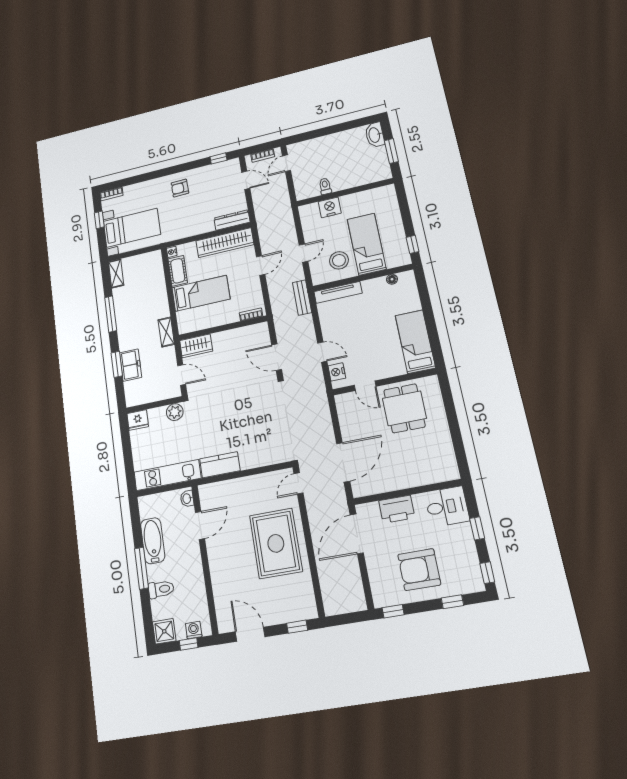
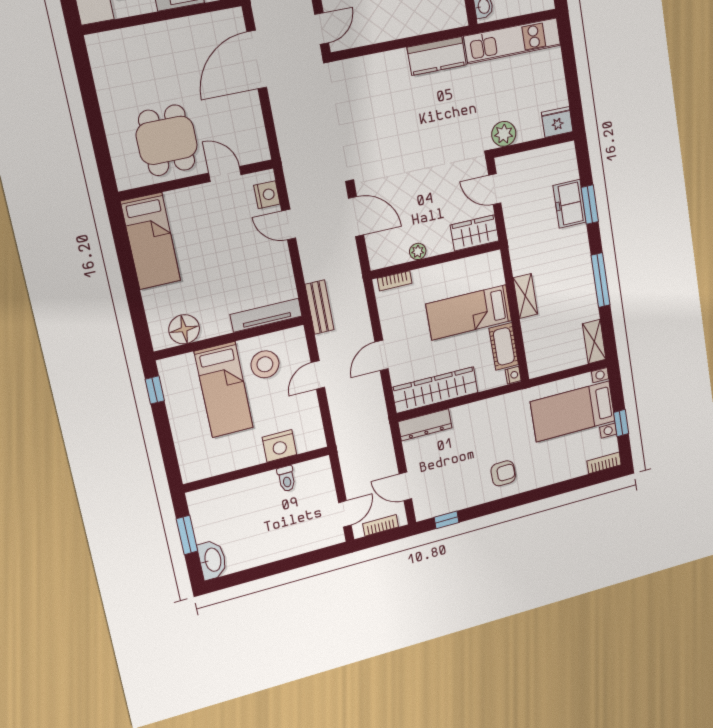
floor lamp: (392, 279) -> (184, 329), width x1.89, depth x1.89
shelving: (166, 332) -> (525, 296), moved
plant: (235, 334) -> (418, 251), added

